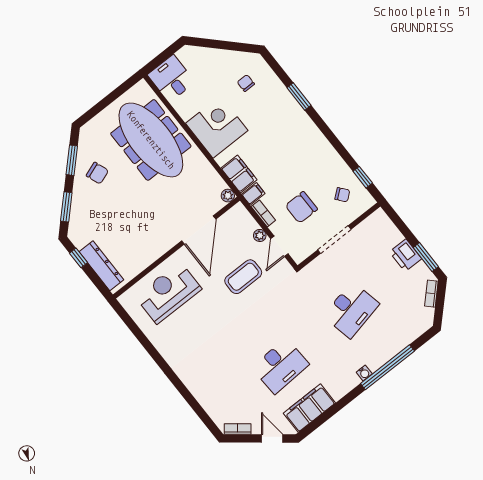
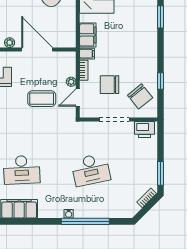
window: (363, 177) -> (161, 81), moved
chair: (342, 195) -> (140, 96), width x1.87, depth x1.87
plant: (228, 196) -> (10, 43), moved
door: (199, 230) -> (37, 49), swing flipped
printer: (405, 255) -> (144, 130), moved, turned -90

